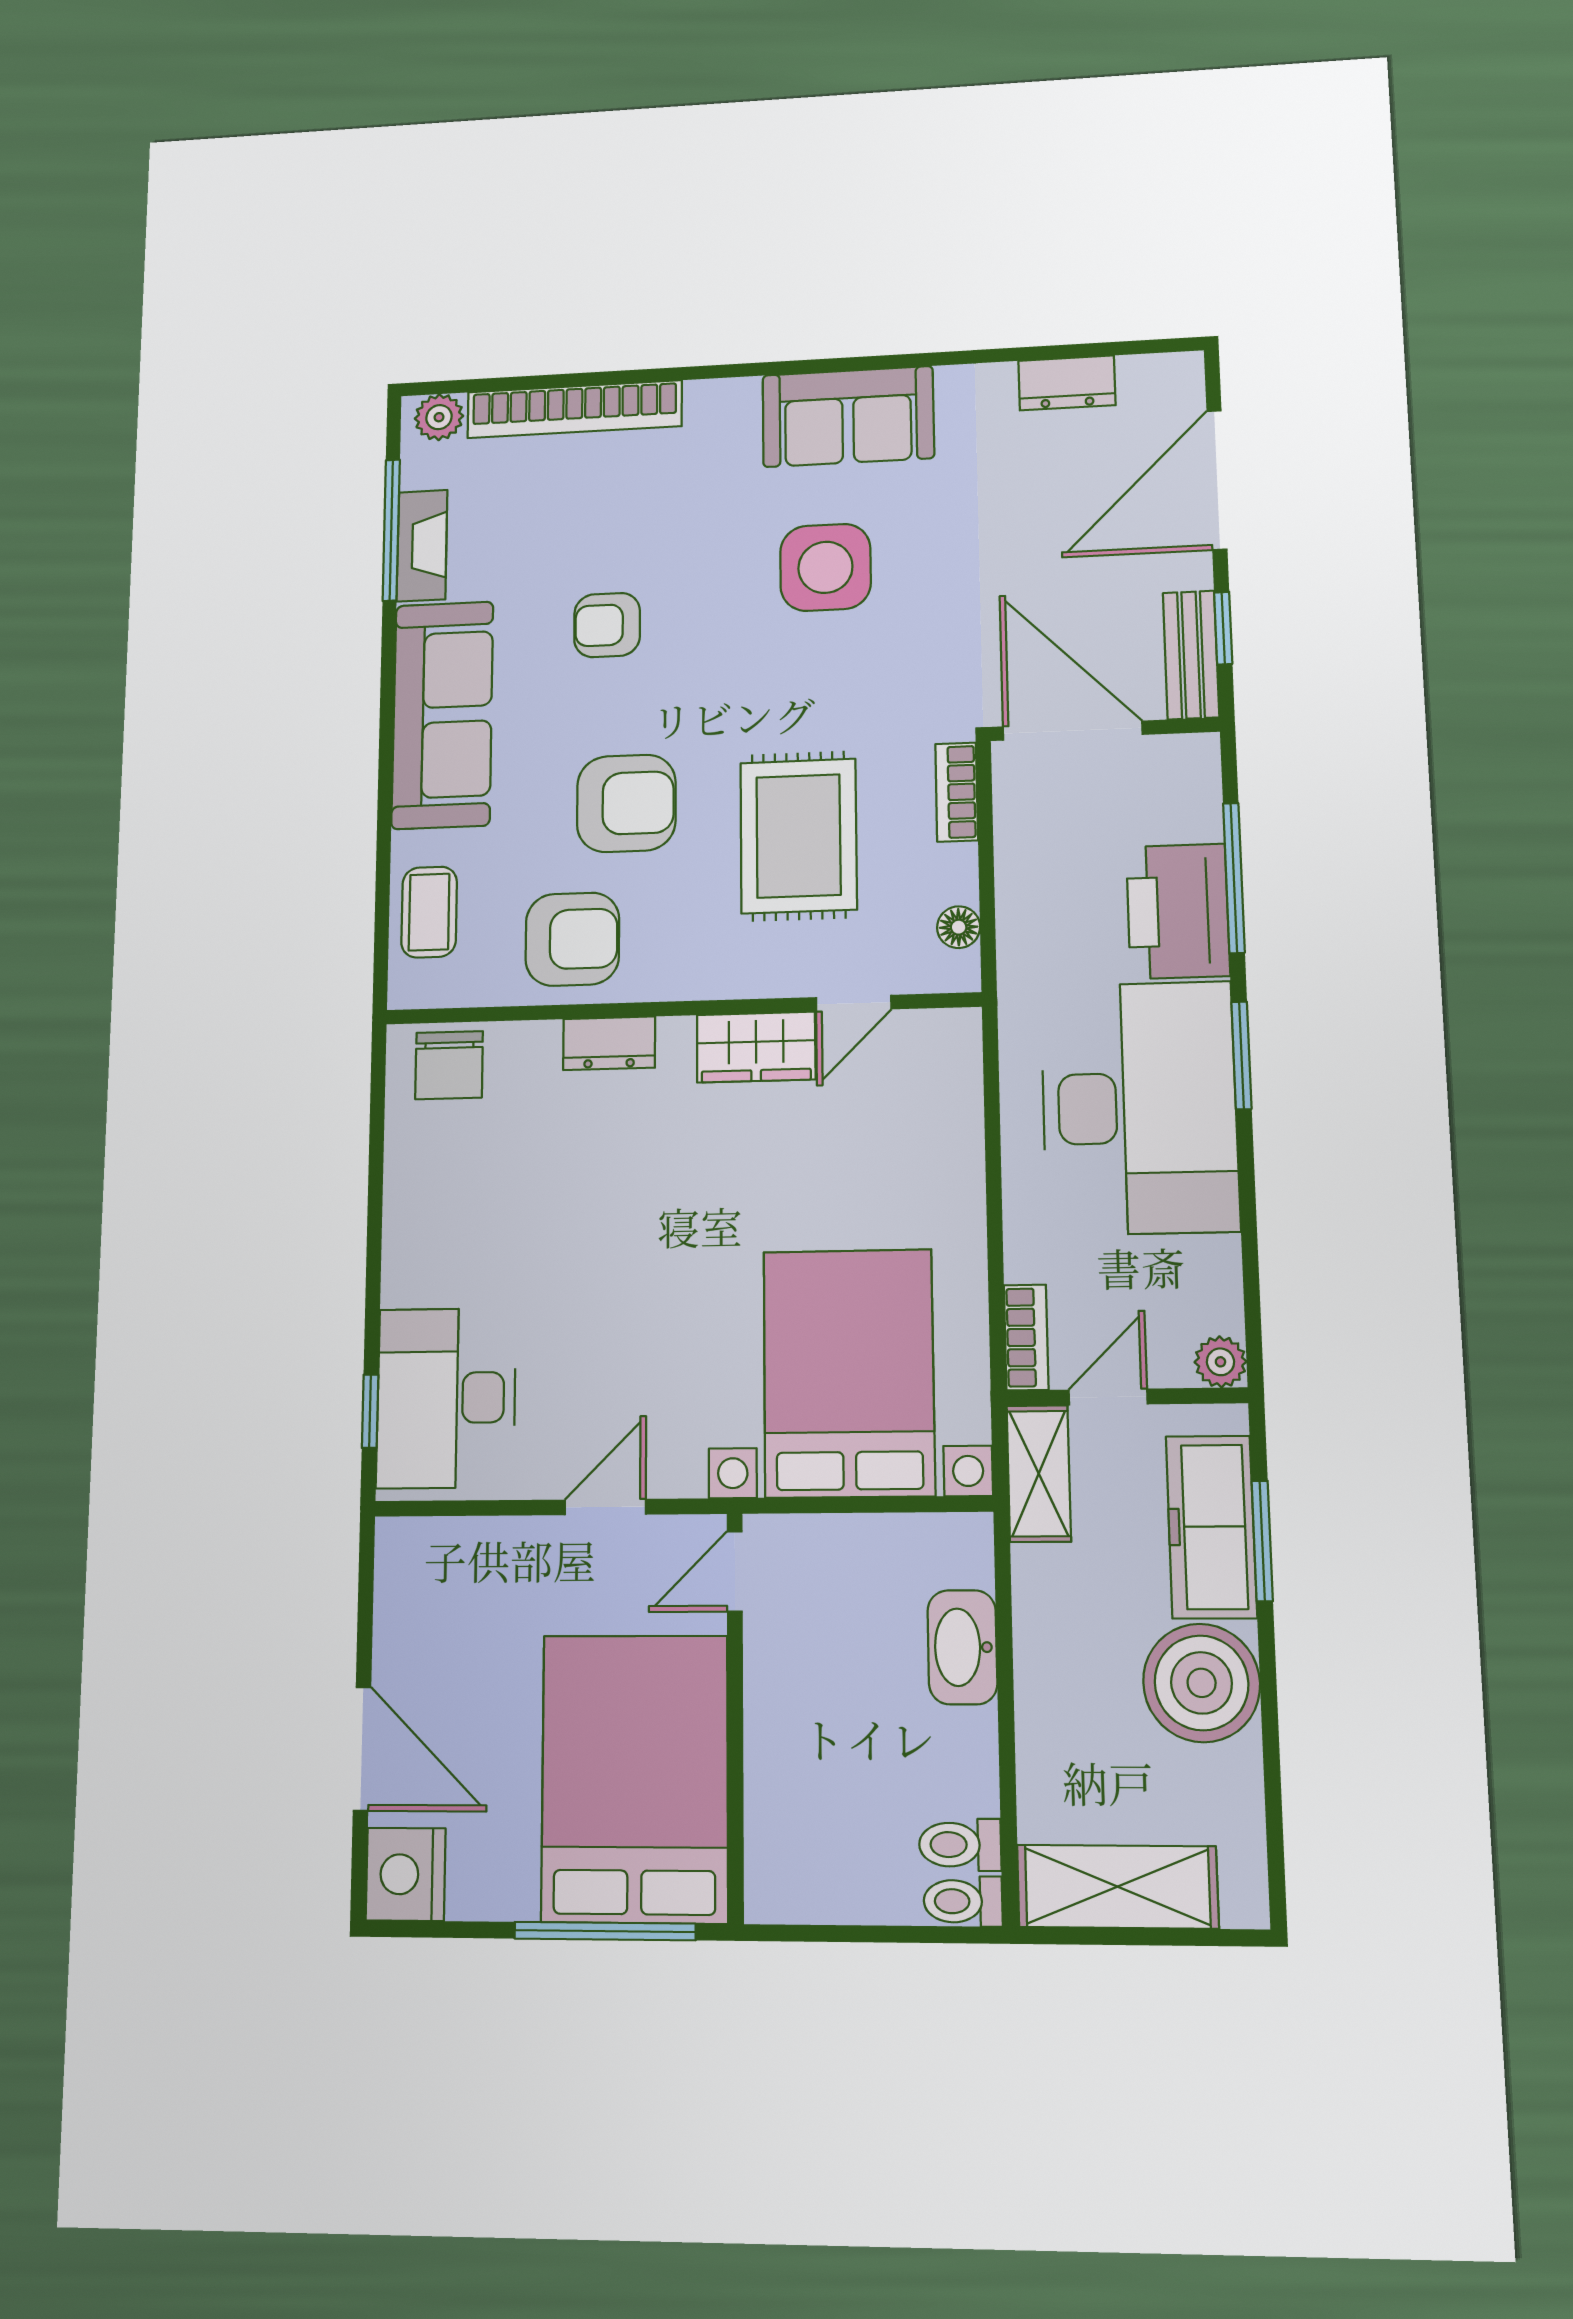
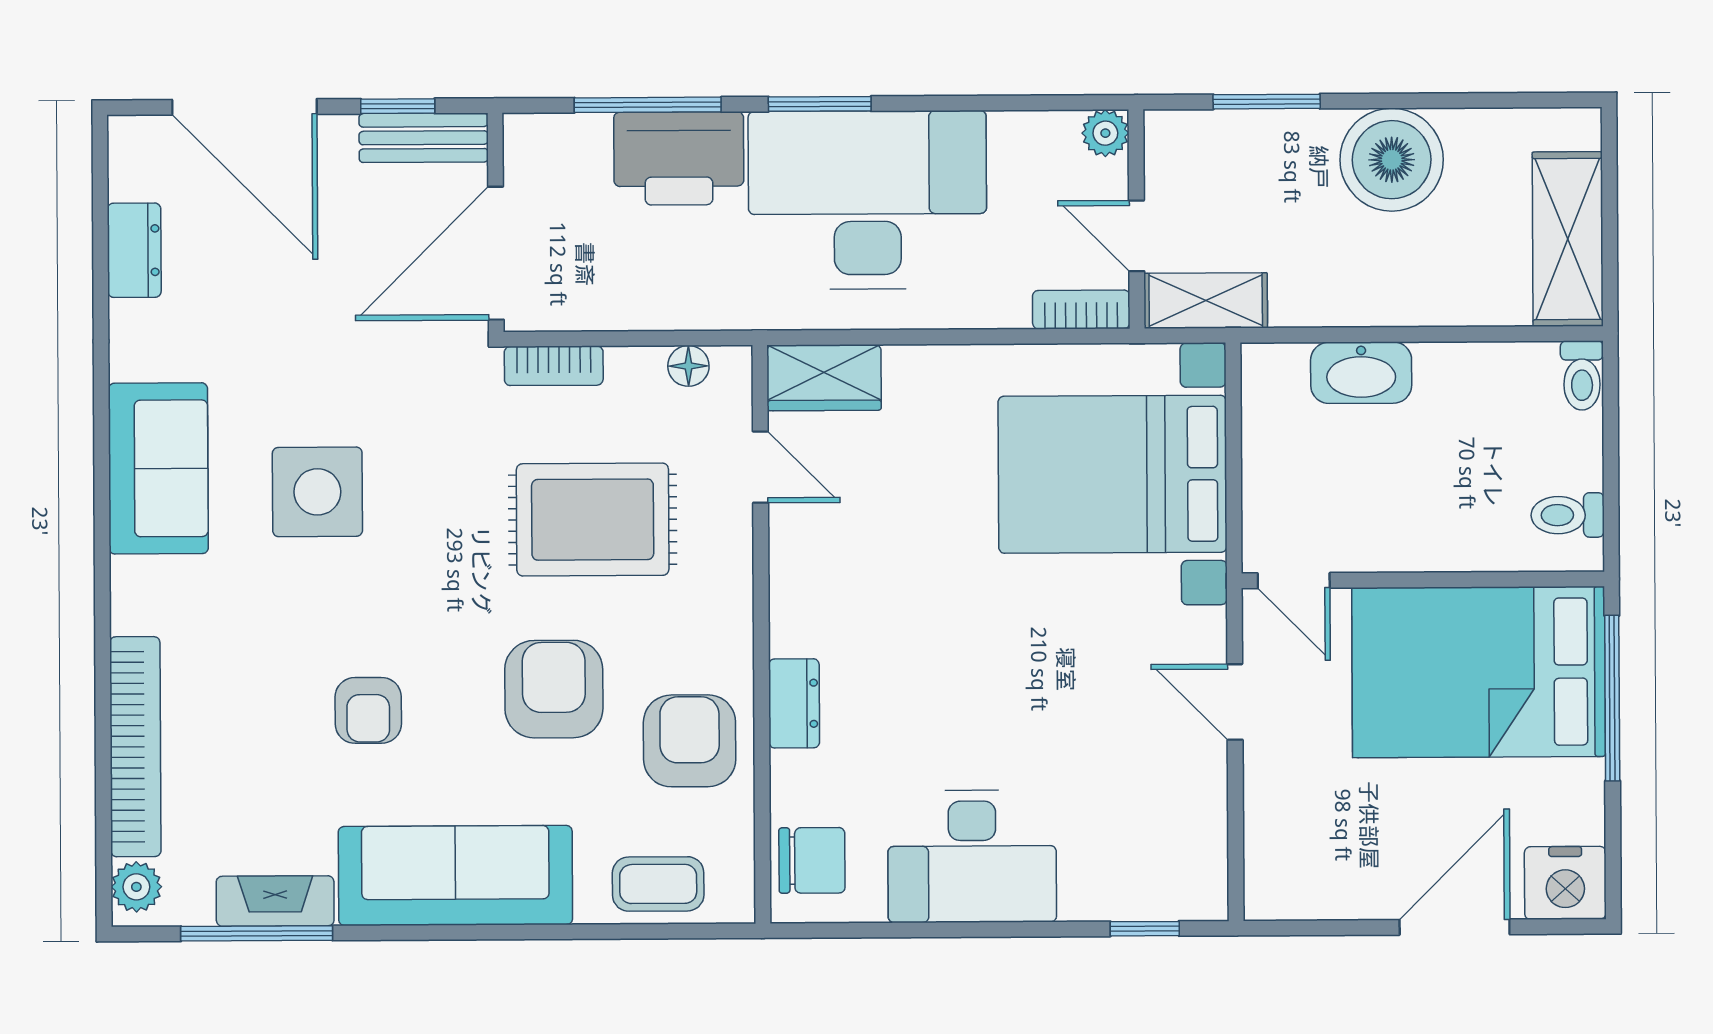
wardrobe: (756, 1047) -> (824, 378), moved, turned 90
desk: (446, 1398) -> (972, 856), moved
freezer: (1211, 1527) -> (1254, 147), removed
toilet: (960, 1845) -> (1568, 515), moved, turned 90

